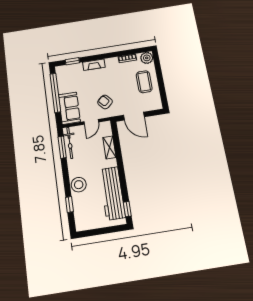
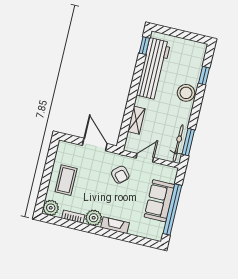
window: (72, 61) -> (138, 240), removed
plant: (112, 64) -> (94, 218), added
sofa: (69, 108) -> (159, 201), moved

